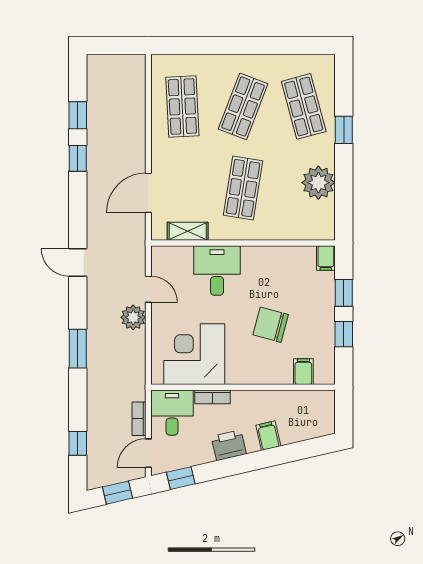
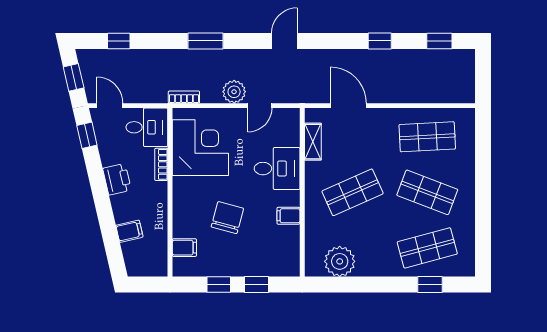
window: (78, 115) -> (439, 41), moved
window: (344, 130) -> (430, 285), moved
plant: (318, 183) -> (340, 261), moved
shop shelf: (243, 188) -> (352, 192), turned -33
filing cabinet: (326, 258) -> (288, 216), moved
bookcase: (139, 419) -> (184, 97), moved
filing cabinet: (268, 436) -> (129, 231), moved

